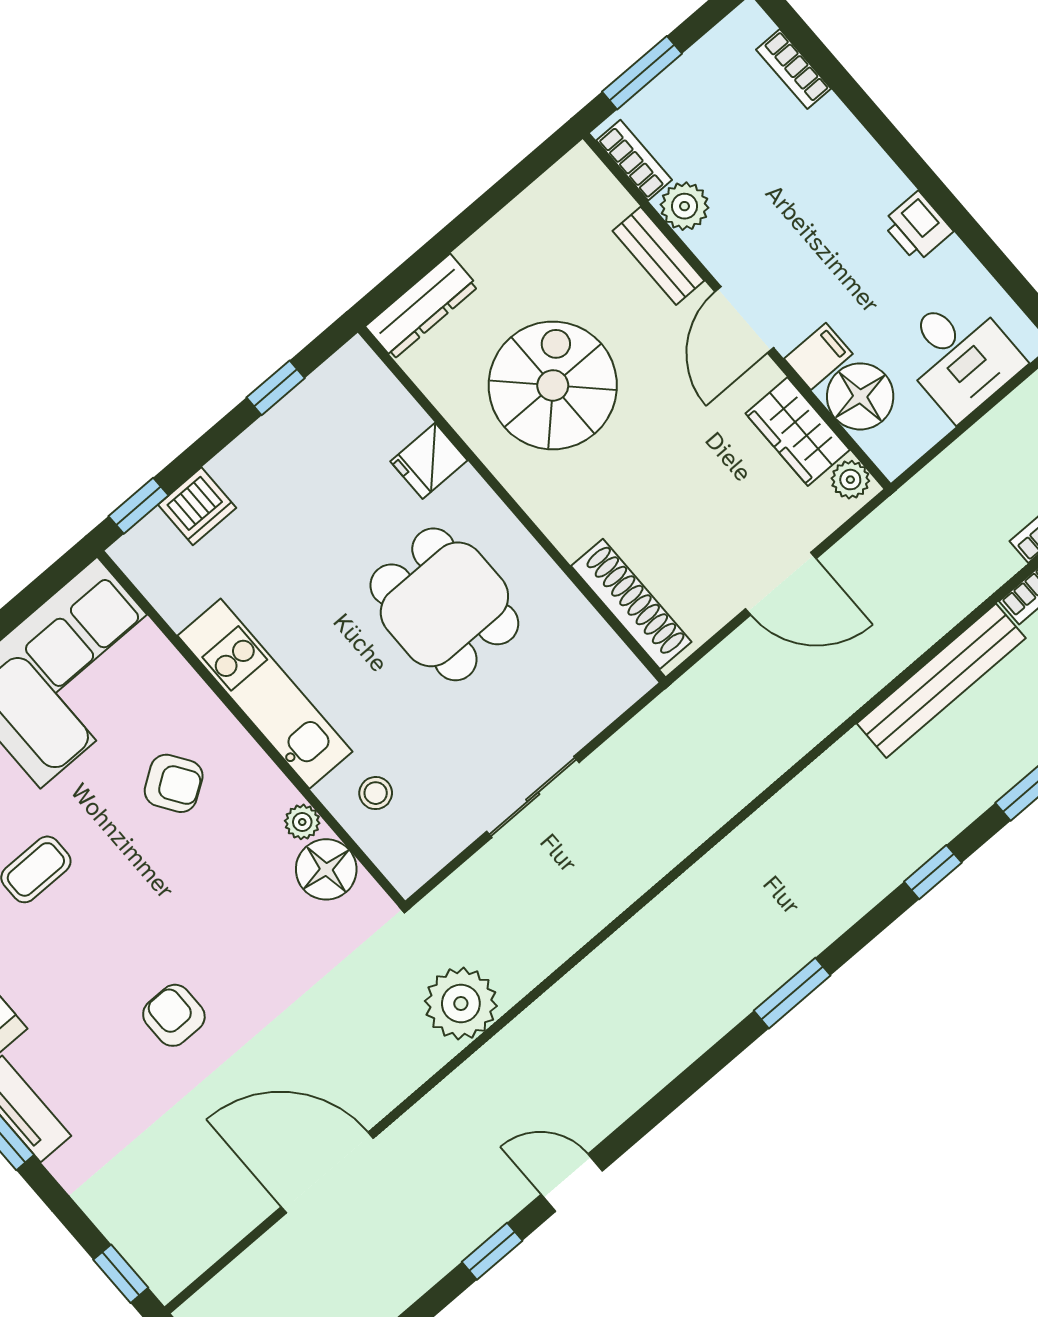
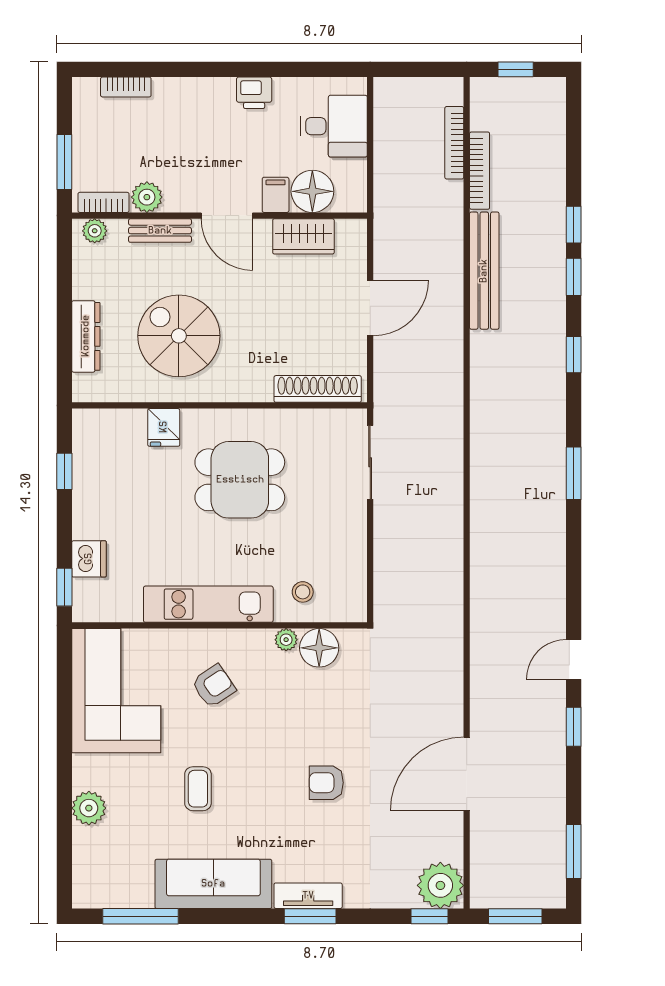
dresser: (422, 307) -> (86, 336), moved
plant: (850, 480) -> (95, 231), moved
sliding door: (533, 797) -> (370, 462), moved
plant: (461, 1003) -> (440, 885), moved

